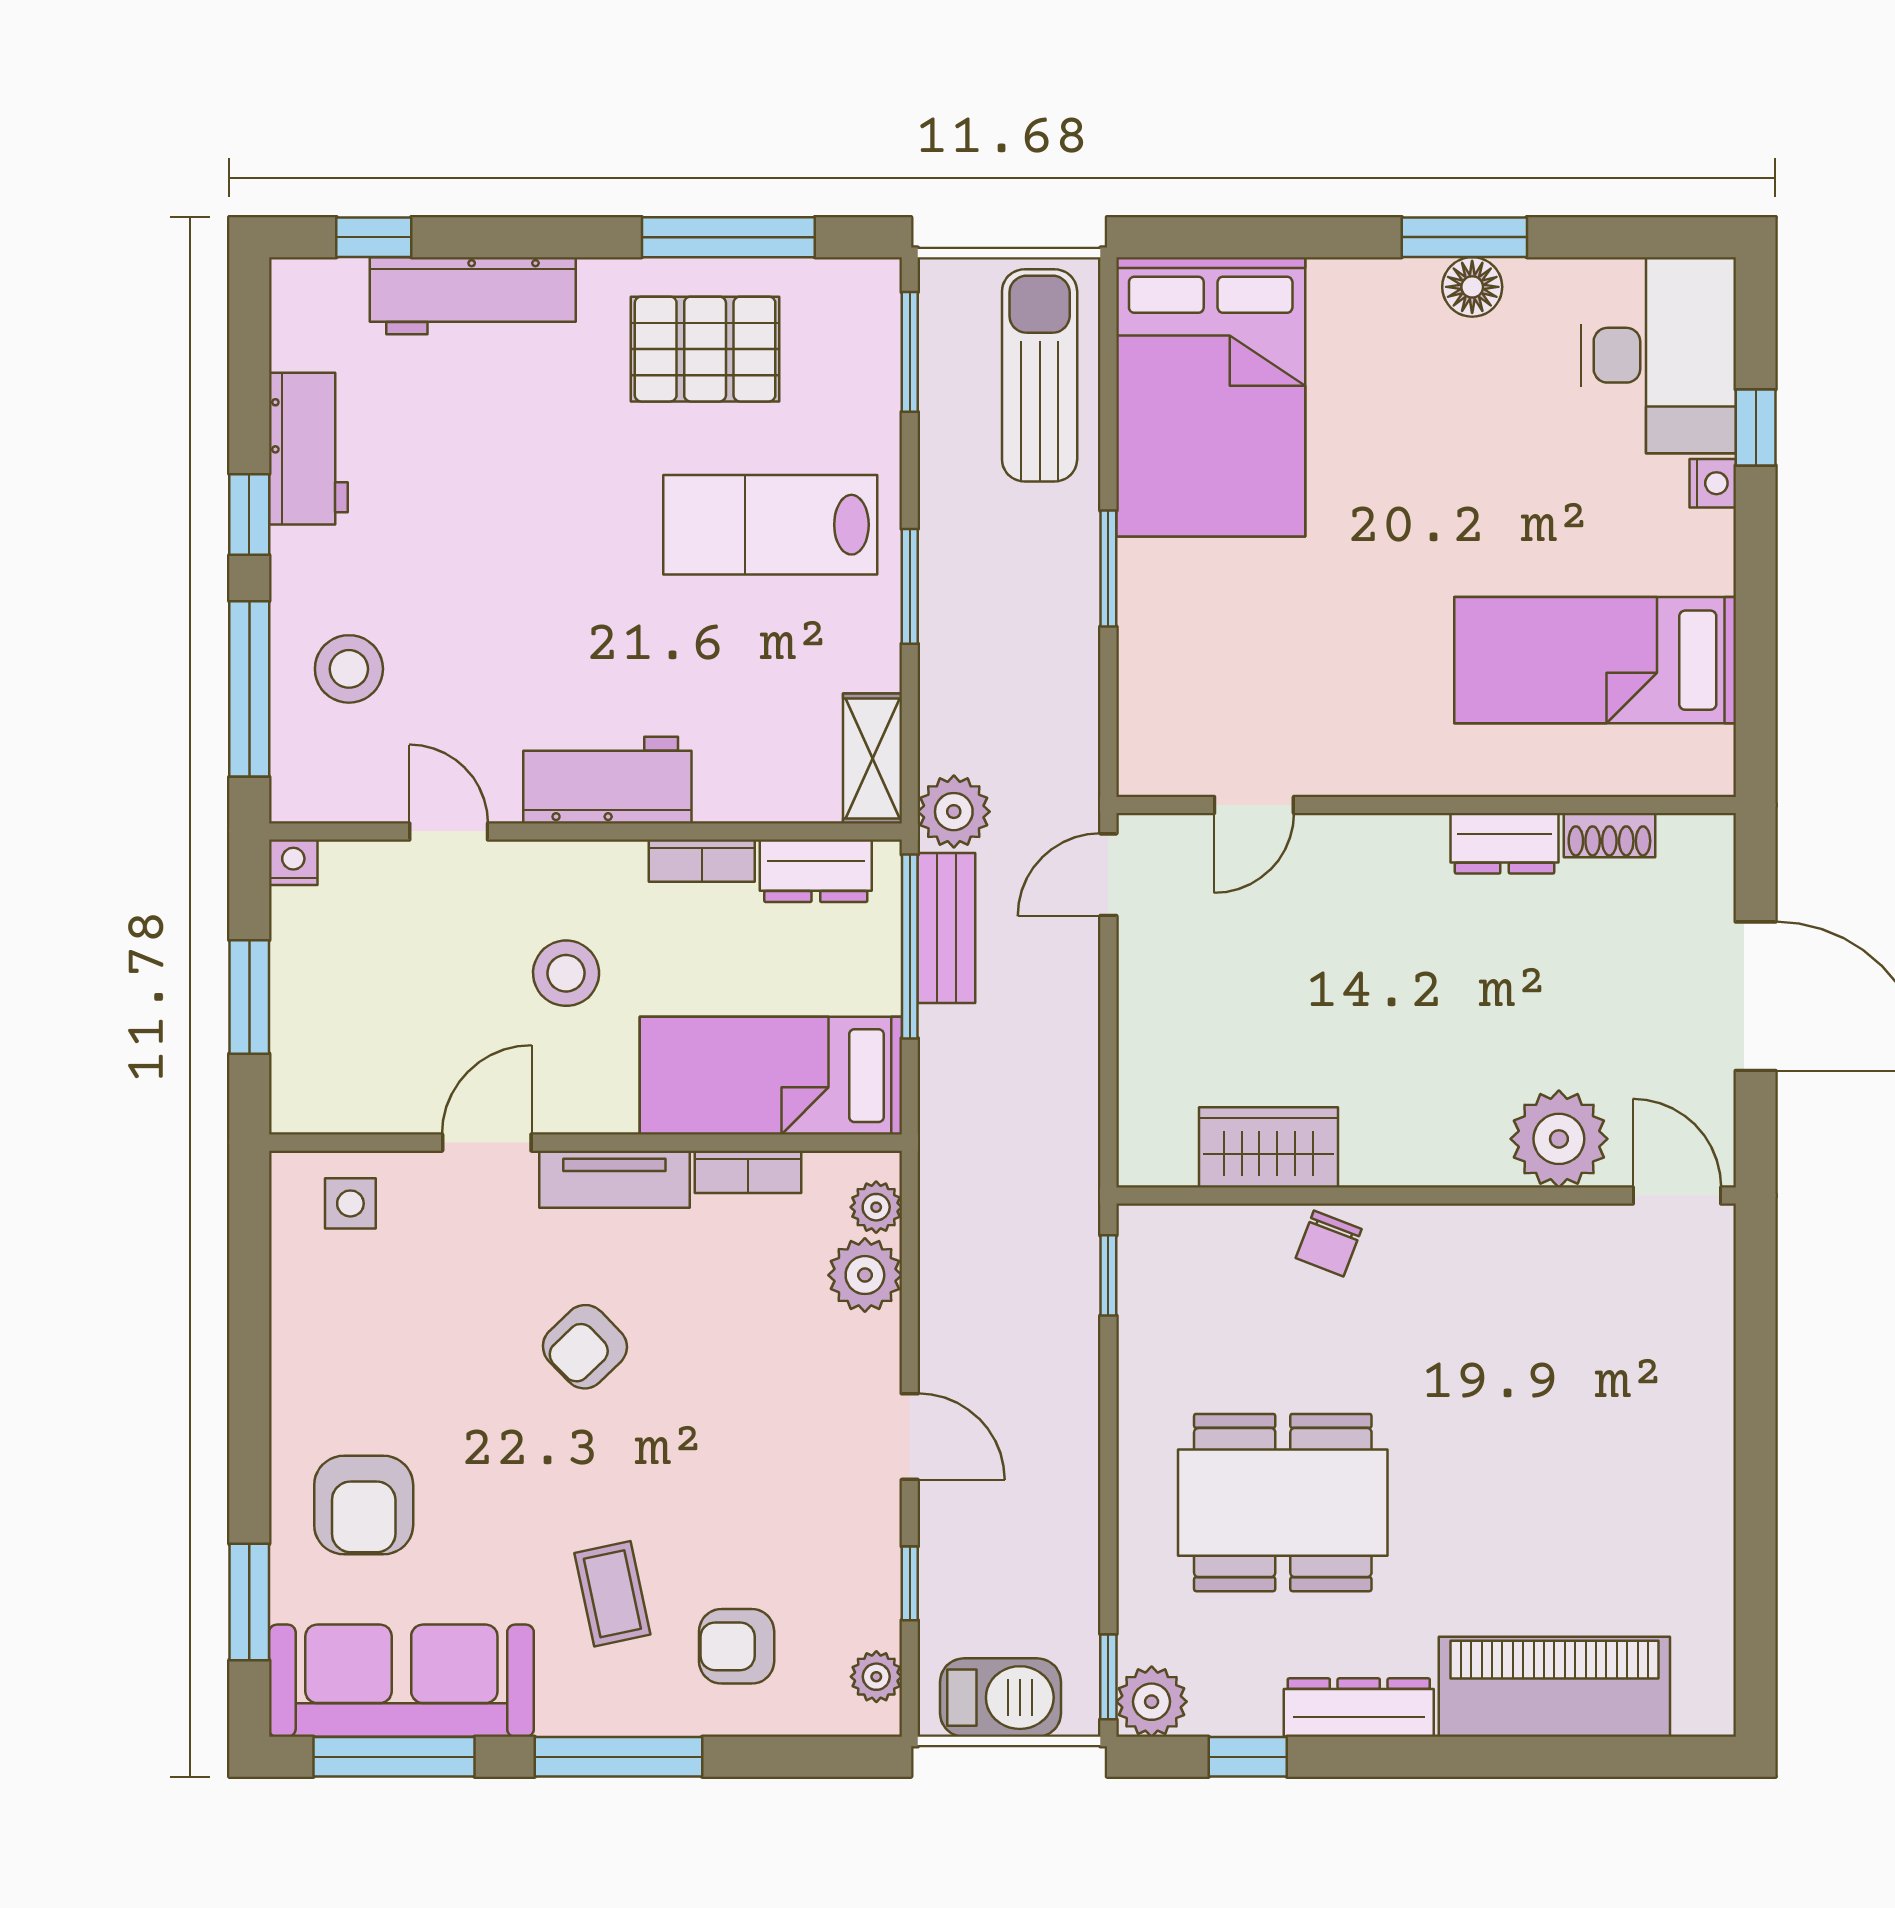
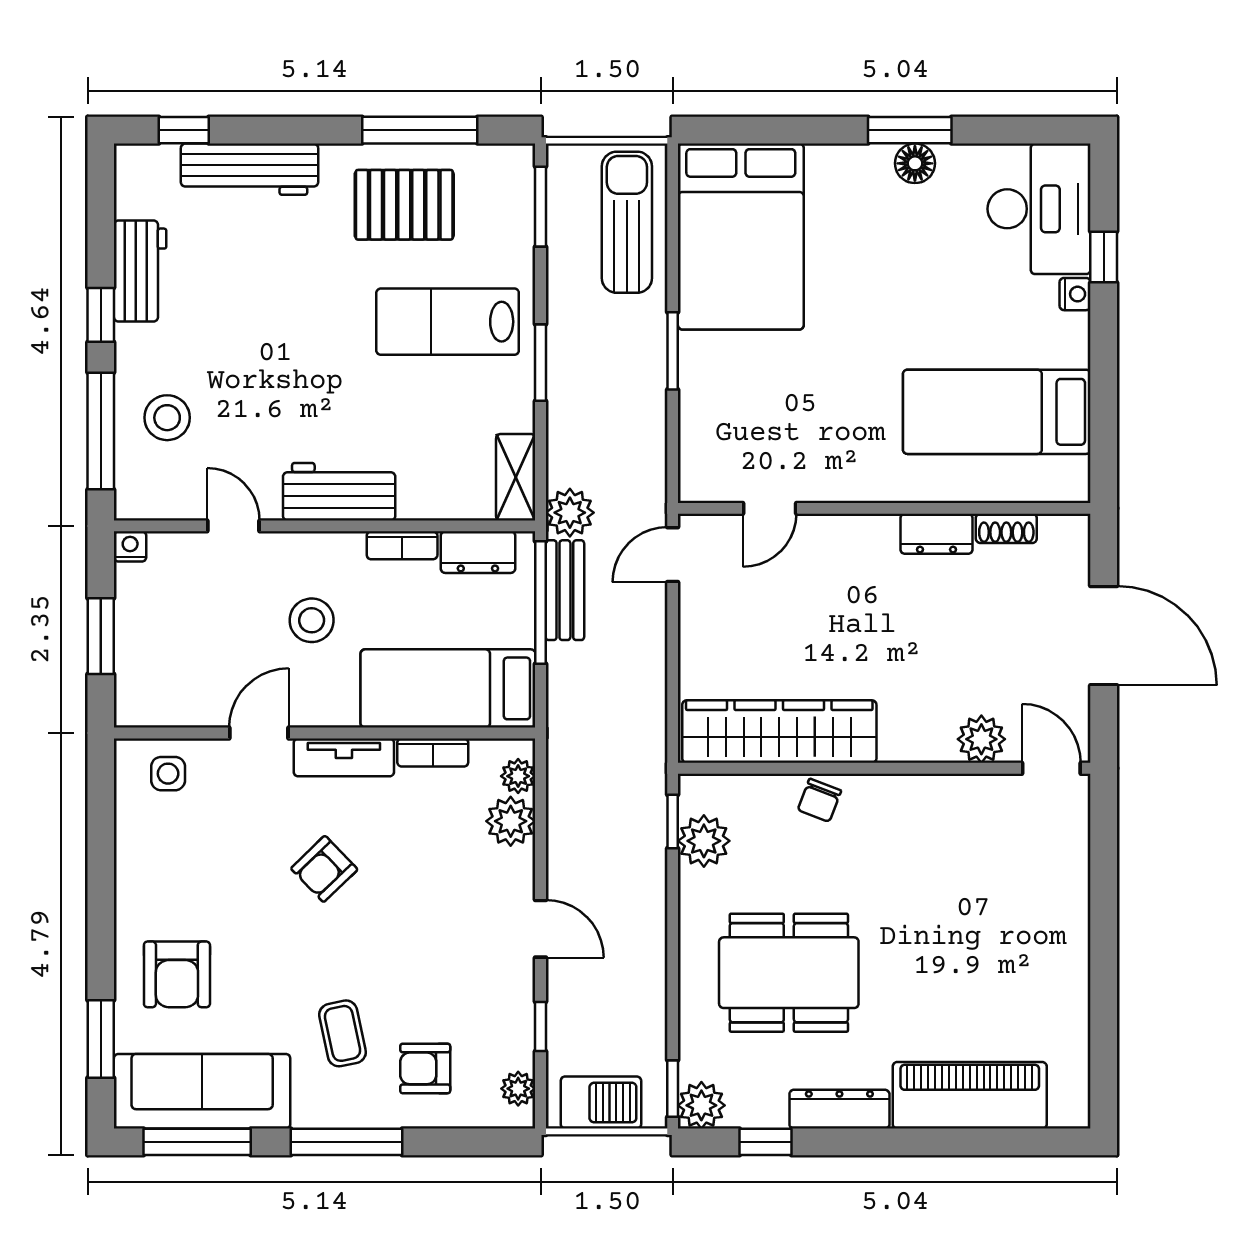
plant: (1559, 1139) -> (981, 739), width x0.73, depth x0.73
wardrobe: (1268, 1147) -> (779, 732), width x2.10, depth x1.17
plant: (1155, 1305) -> (704, 841), added

